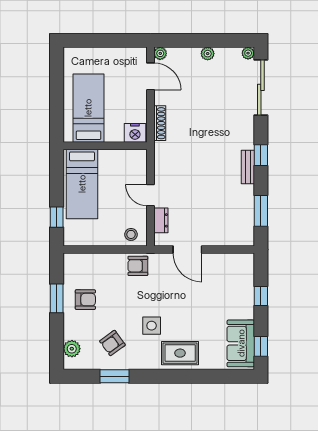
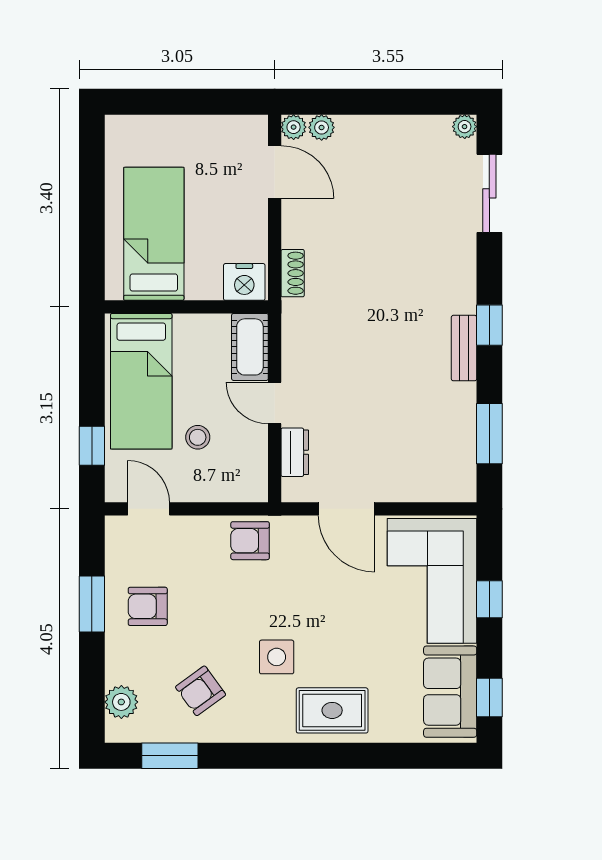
plant: (208, 54) -> (322, 127), moved
sliding door: (261, 87) -> (489, 193), width x0.73
shoe rack: (160, 123) -> (293, 273), width x0.70
cot: (138, 166) -> (250, 347), added
stool: (131, 234) -> (198, 437), moved
door: (86, 250) -> (149, 509), added
corner sofa: (231, 286) -> (432, 581), added
armchair: (85, 300) -> (148, 606), turned 180
window: (115, 376) -> (170, 756), moved

